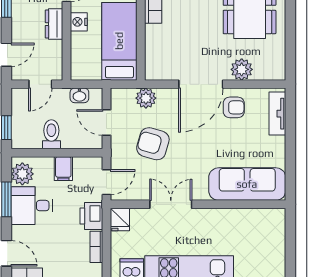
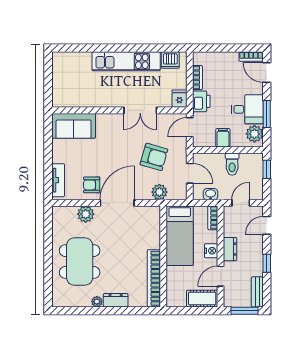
bookcase: (77, 65) -> (213, 218), added
sofa: (247, 184) -> (74, 126), width x0.73

